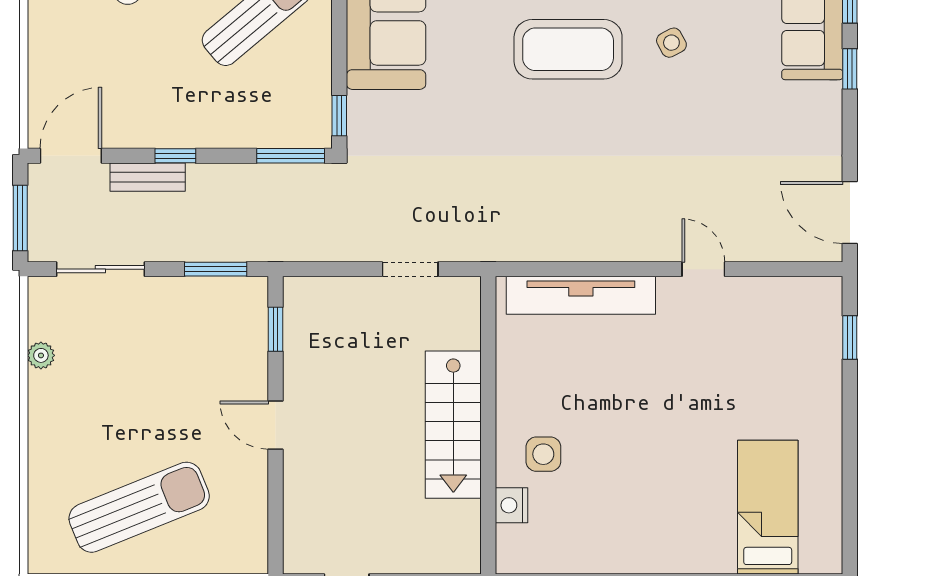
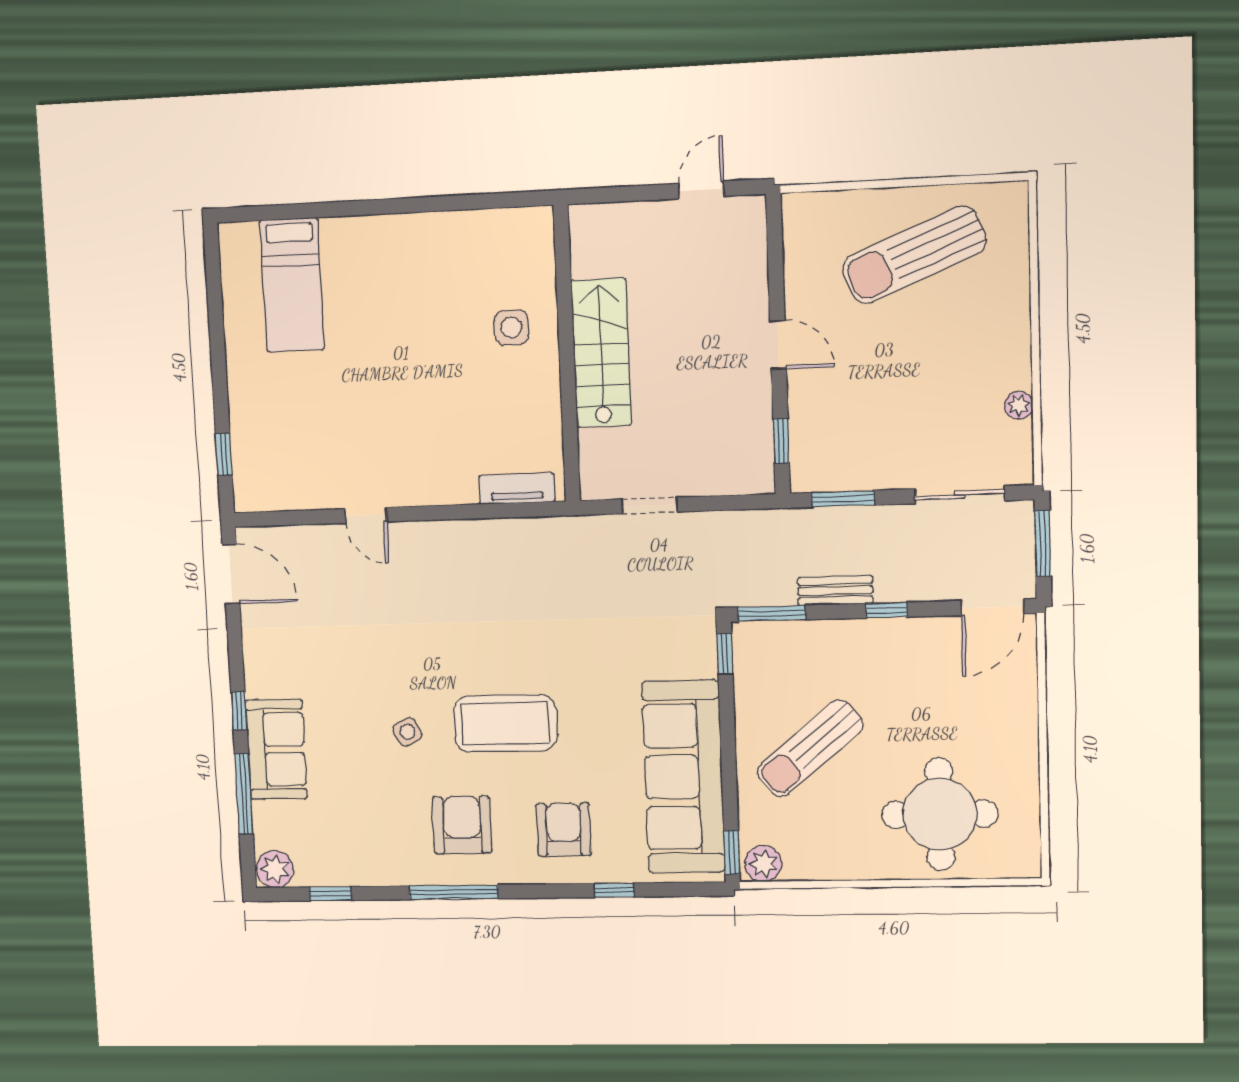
bench: (148, 177) -> (835, 591), moved
tv unit: (581, 295) -> (517, 489), width x0.52, depth x0.78
nightstand: (511, 505) -> (540, 275), removed

